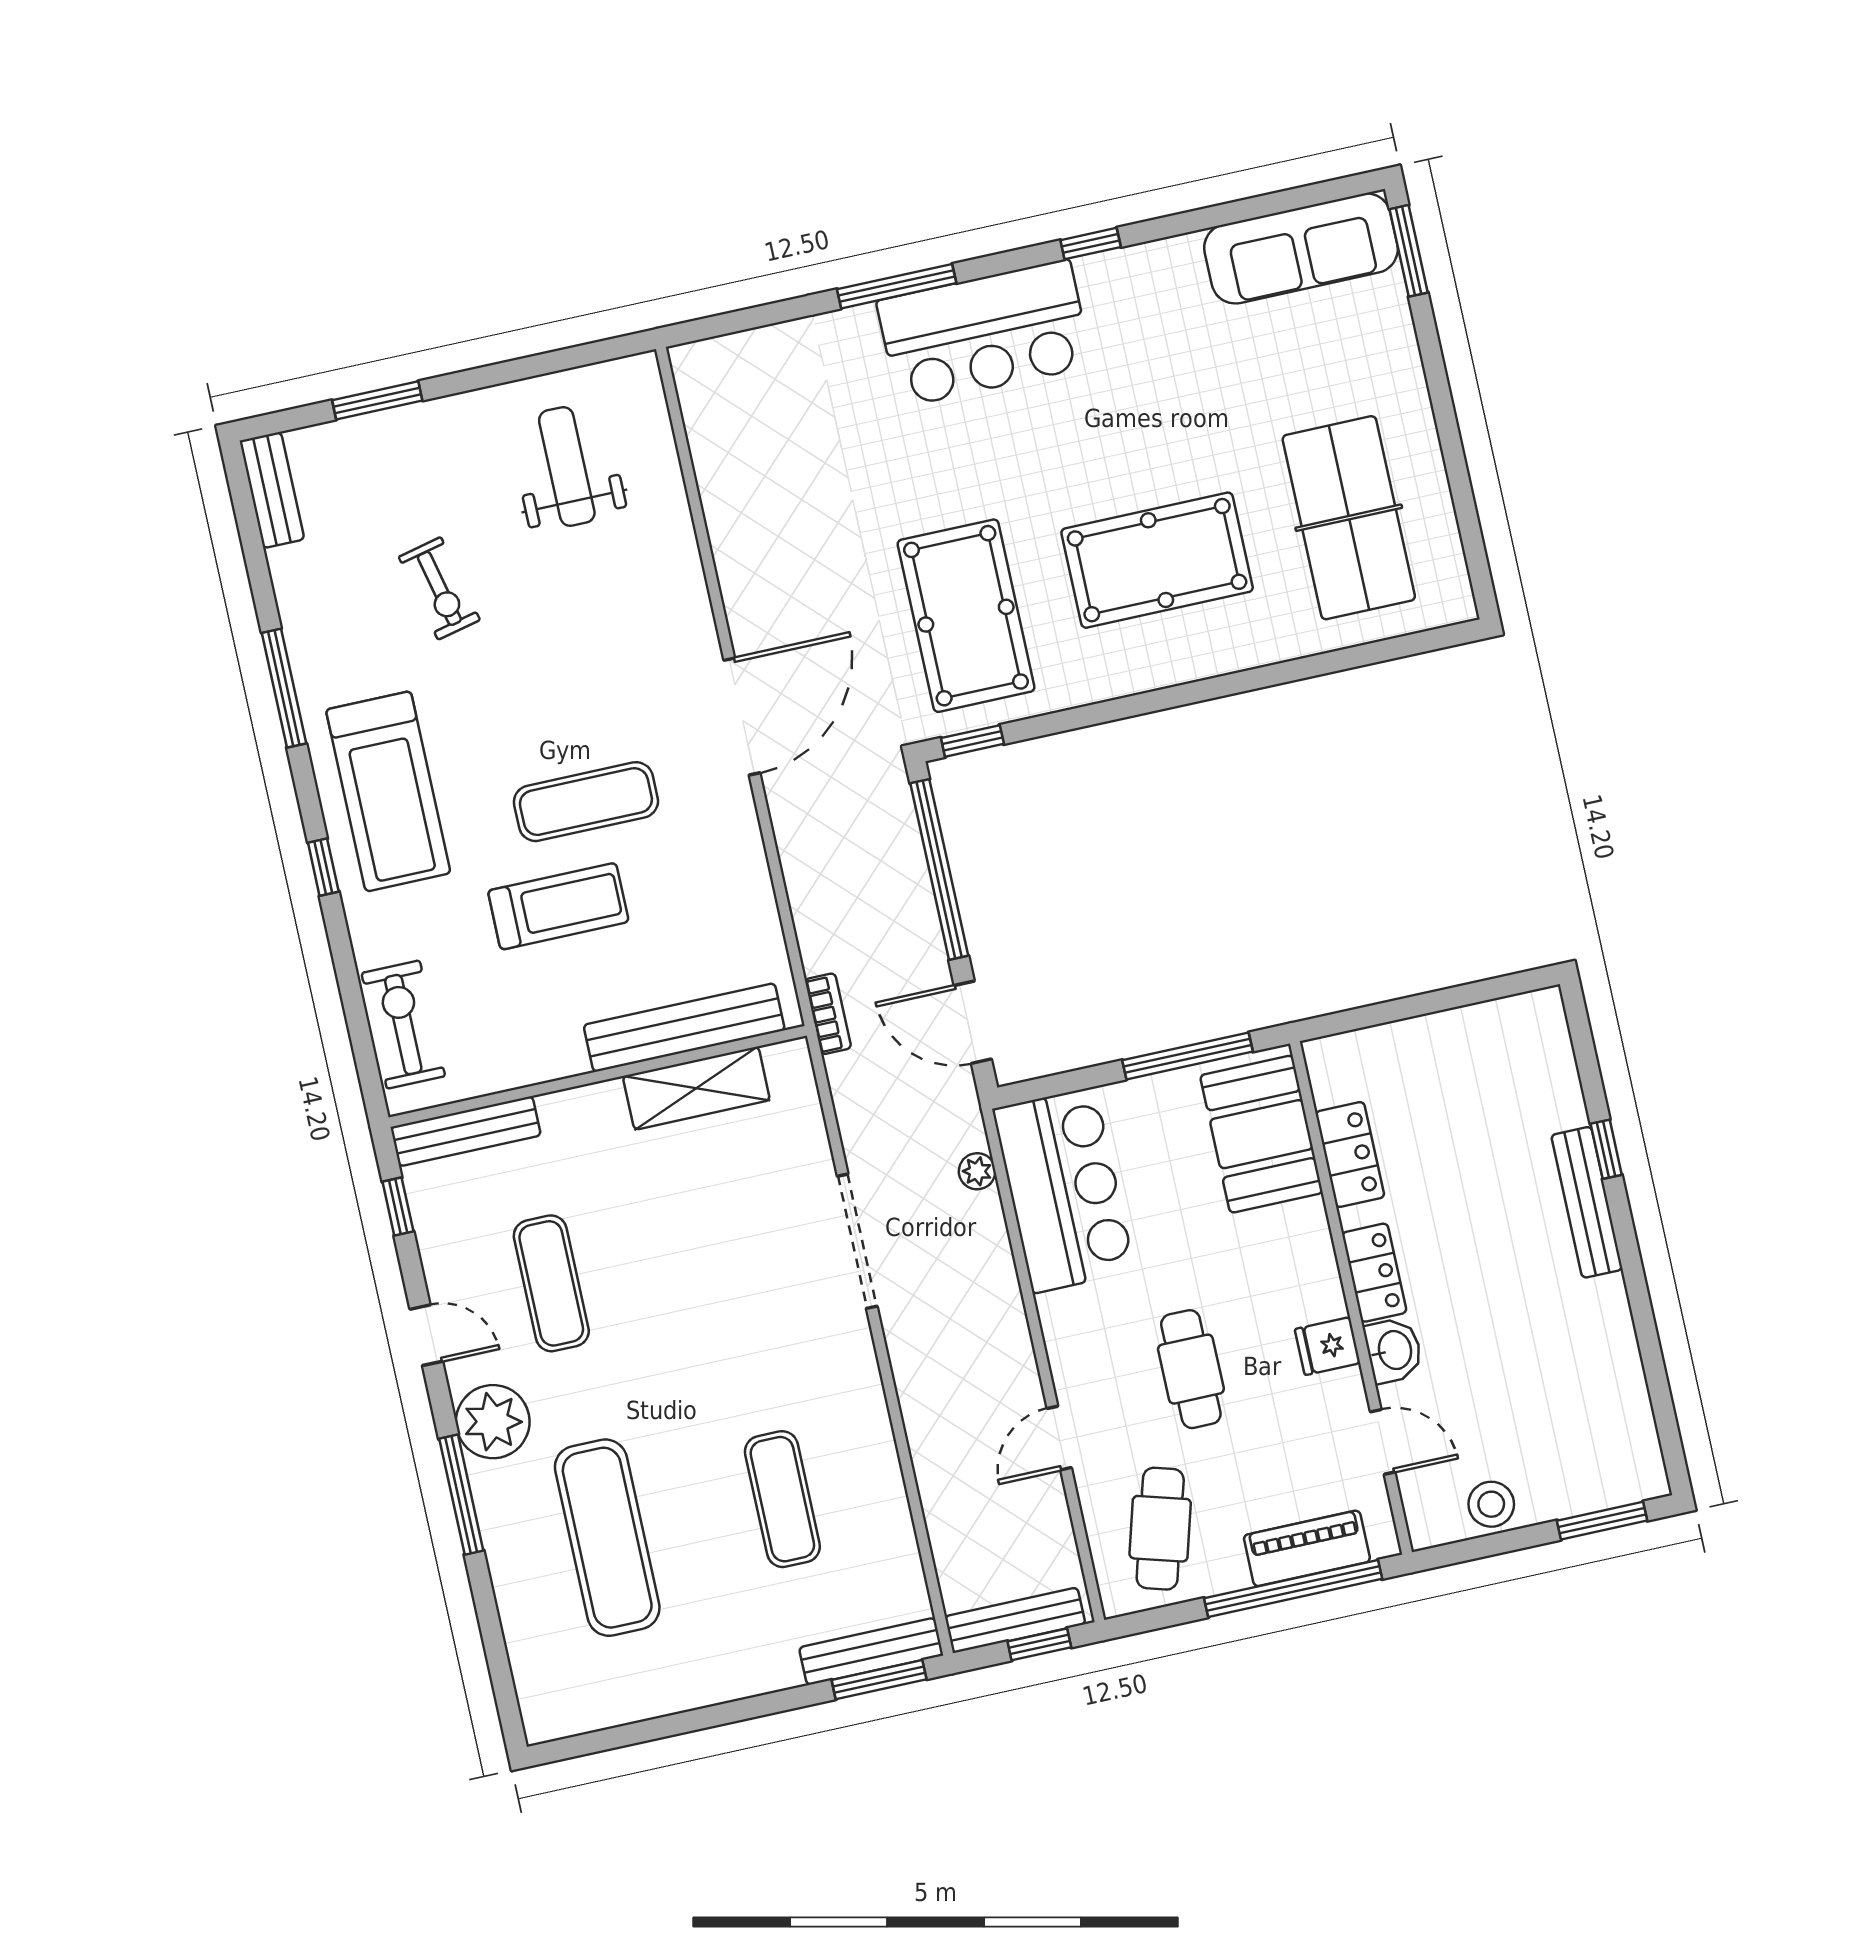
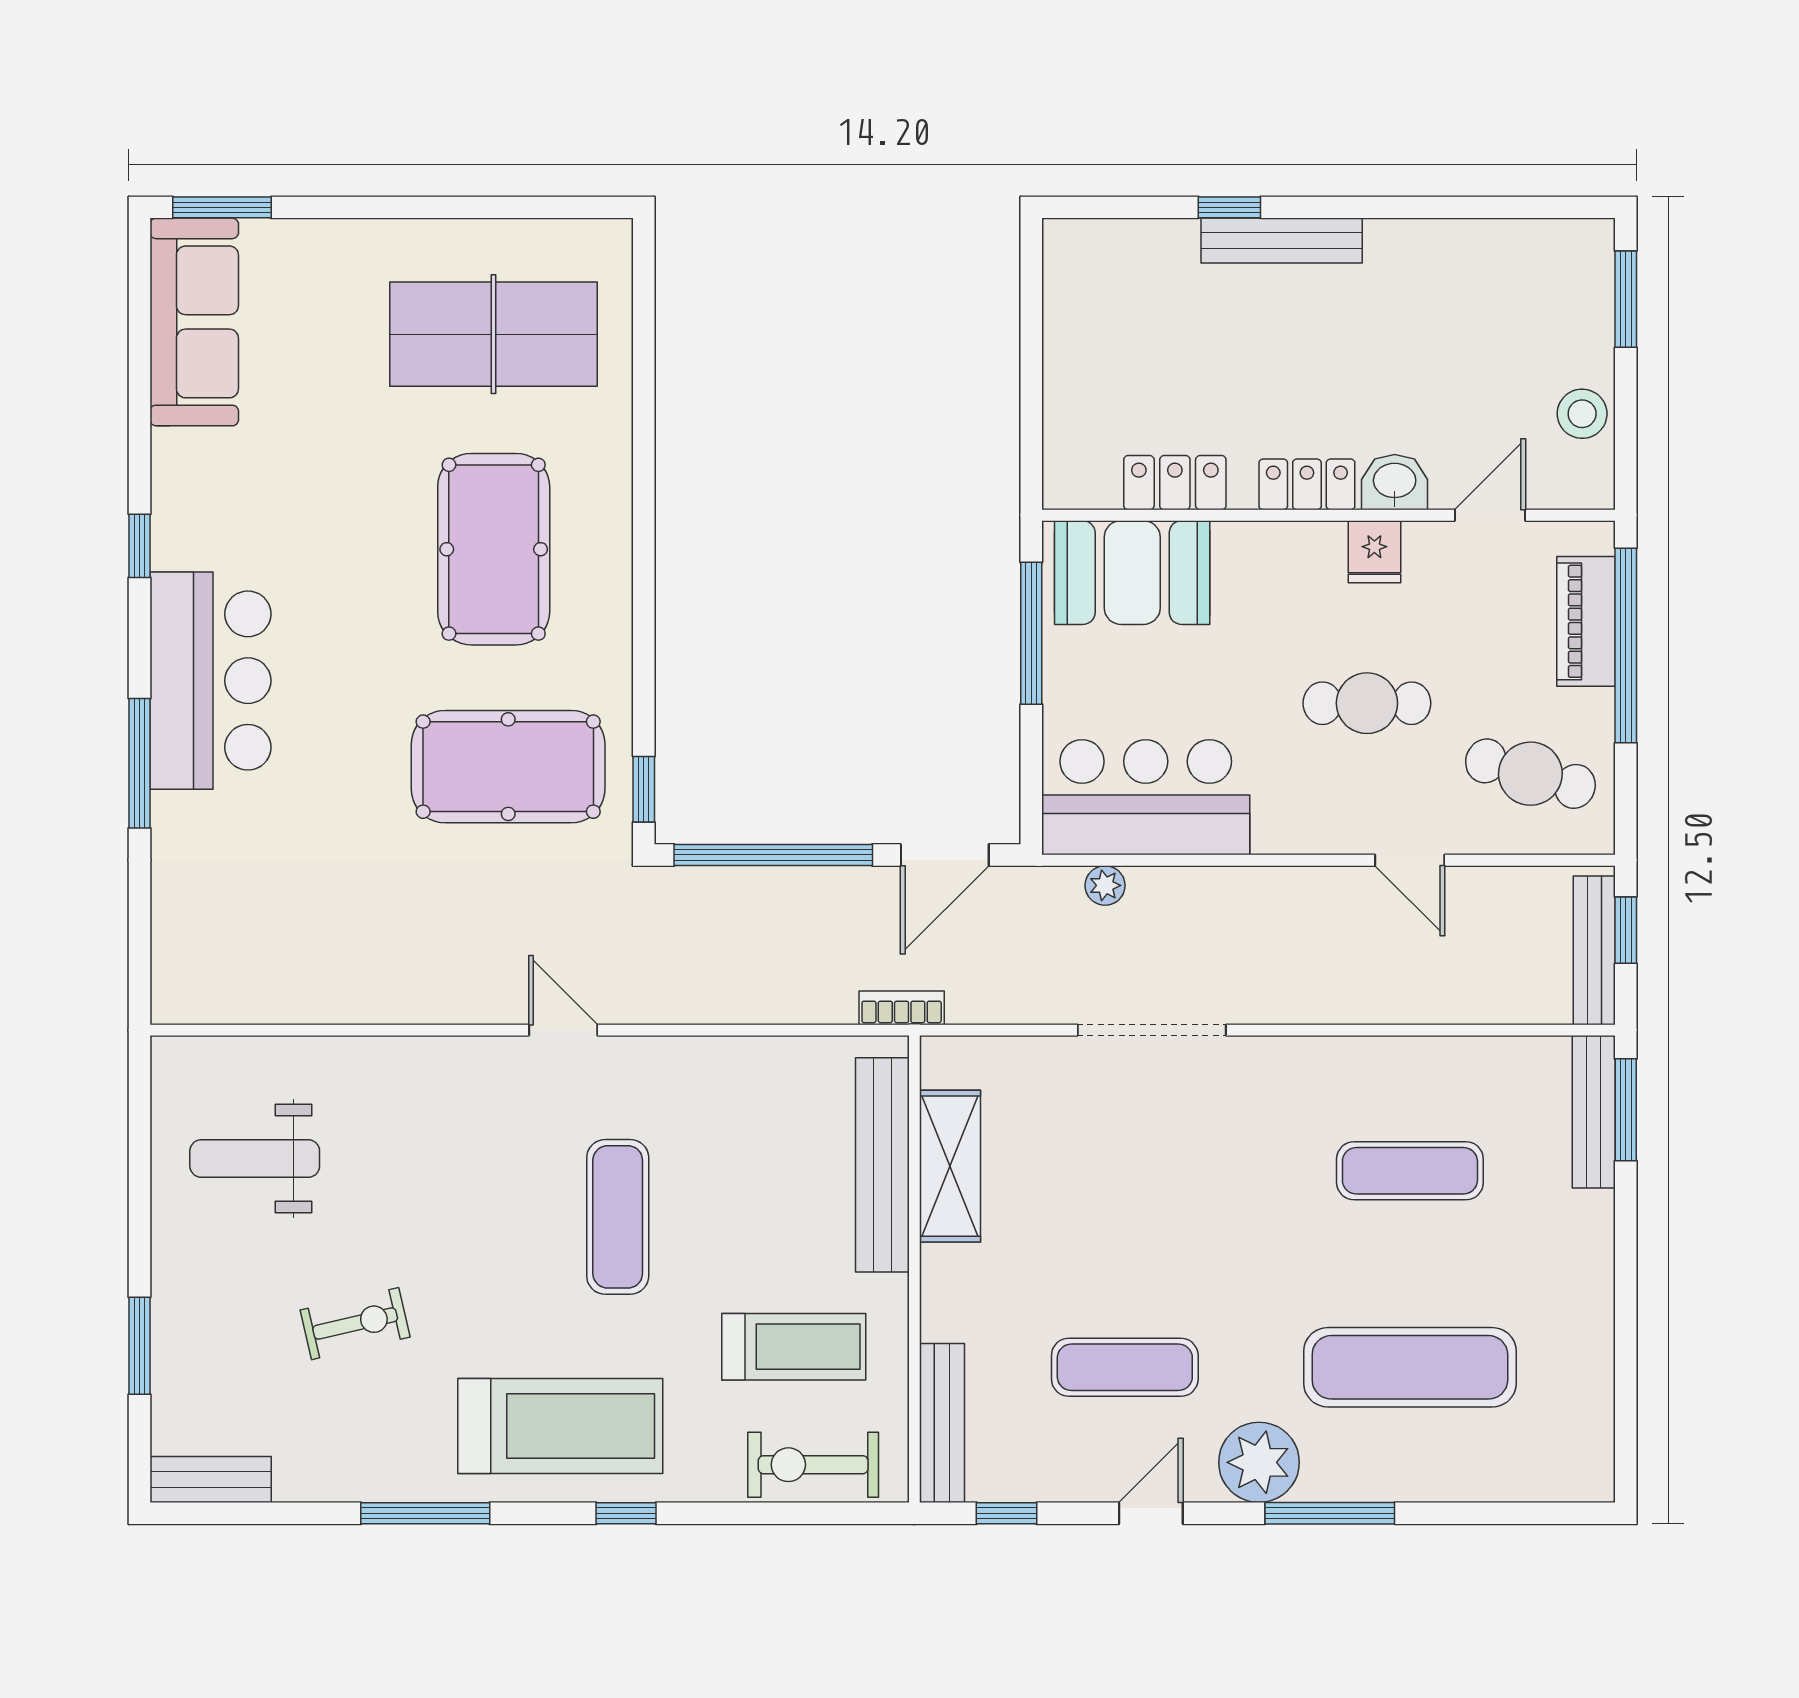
door: (742, 716) -> (563, 1030), width x0.53
treadmill: (558, 906) -> (794, 1347), moved, turned 90

